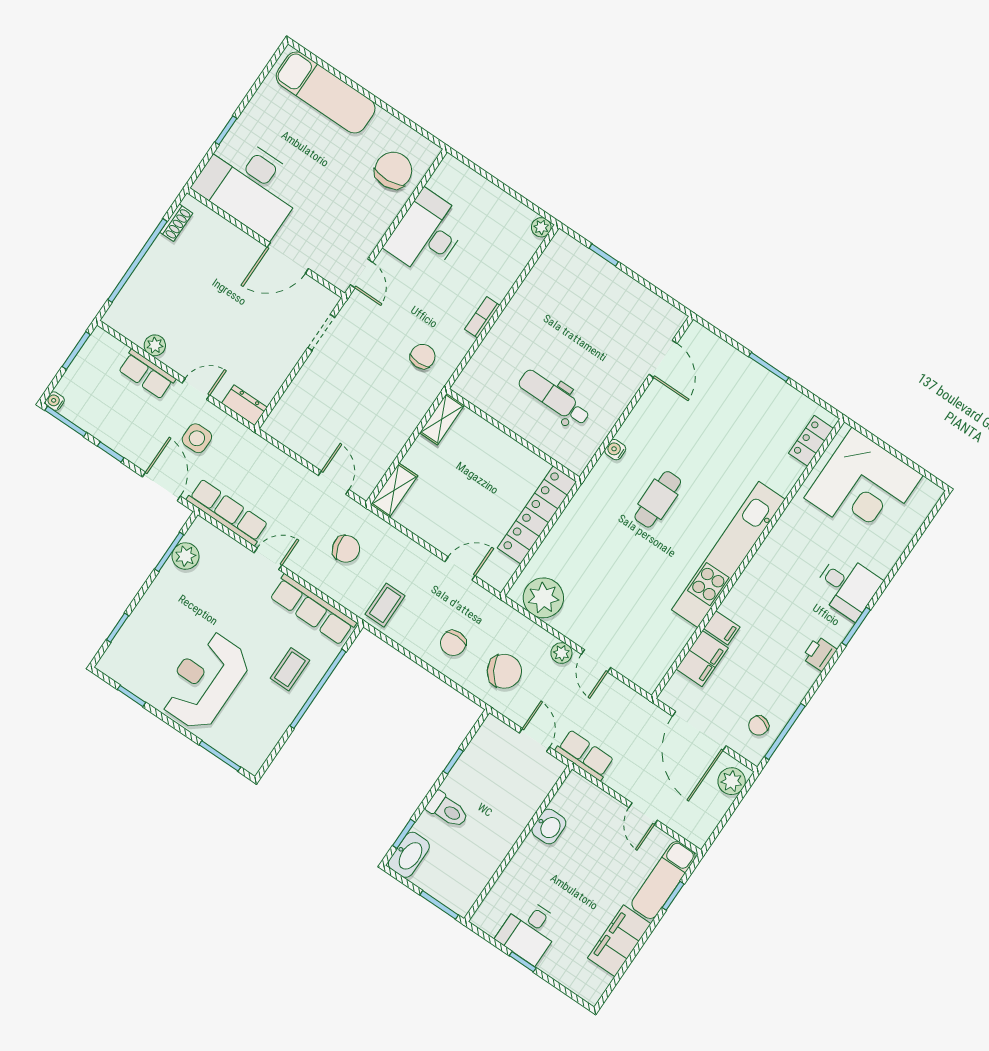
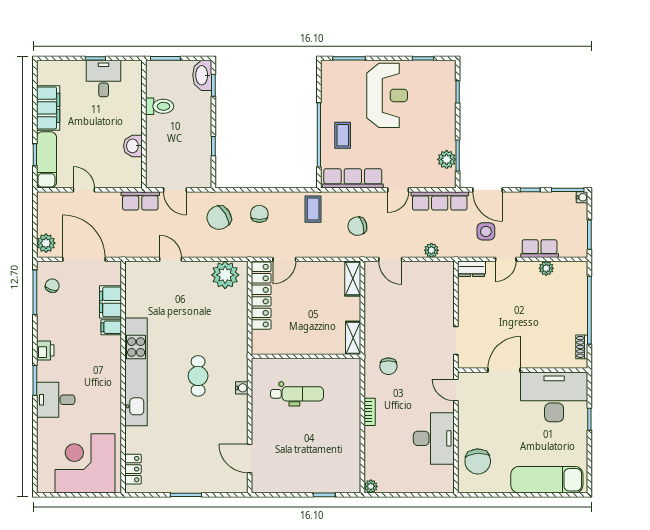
locker: (537, 515) -> (261, 296), moved
plant: (561, 653) -> (431, 250), moved
toilet: (447, 810) -> (160, 106), moved, turned 180

